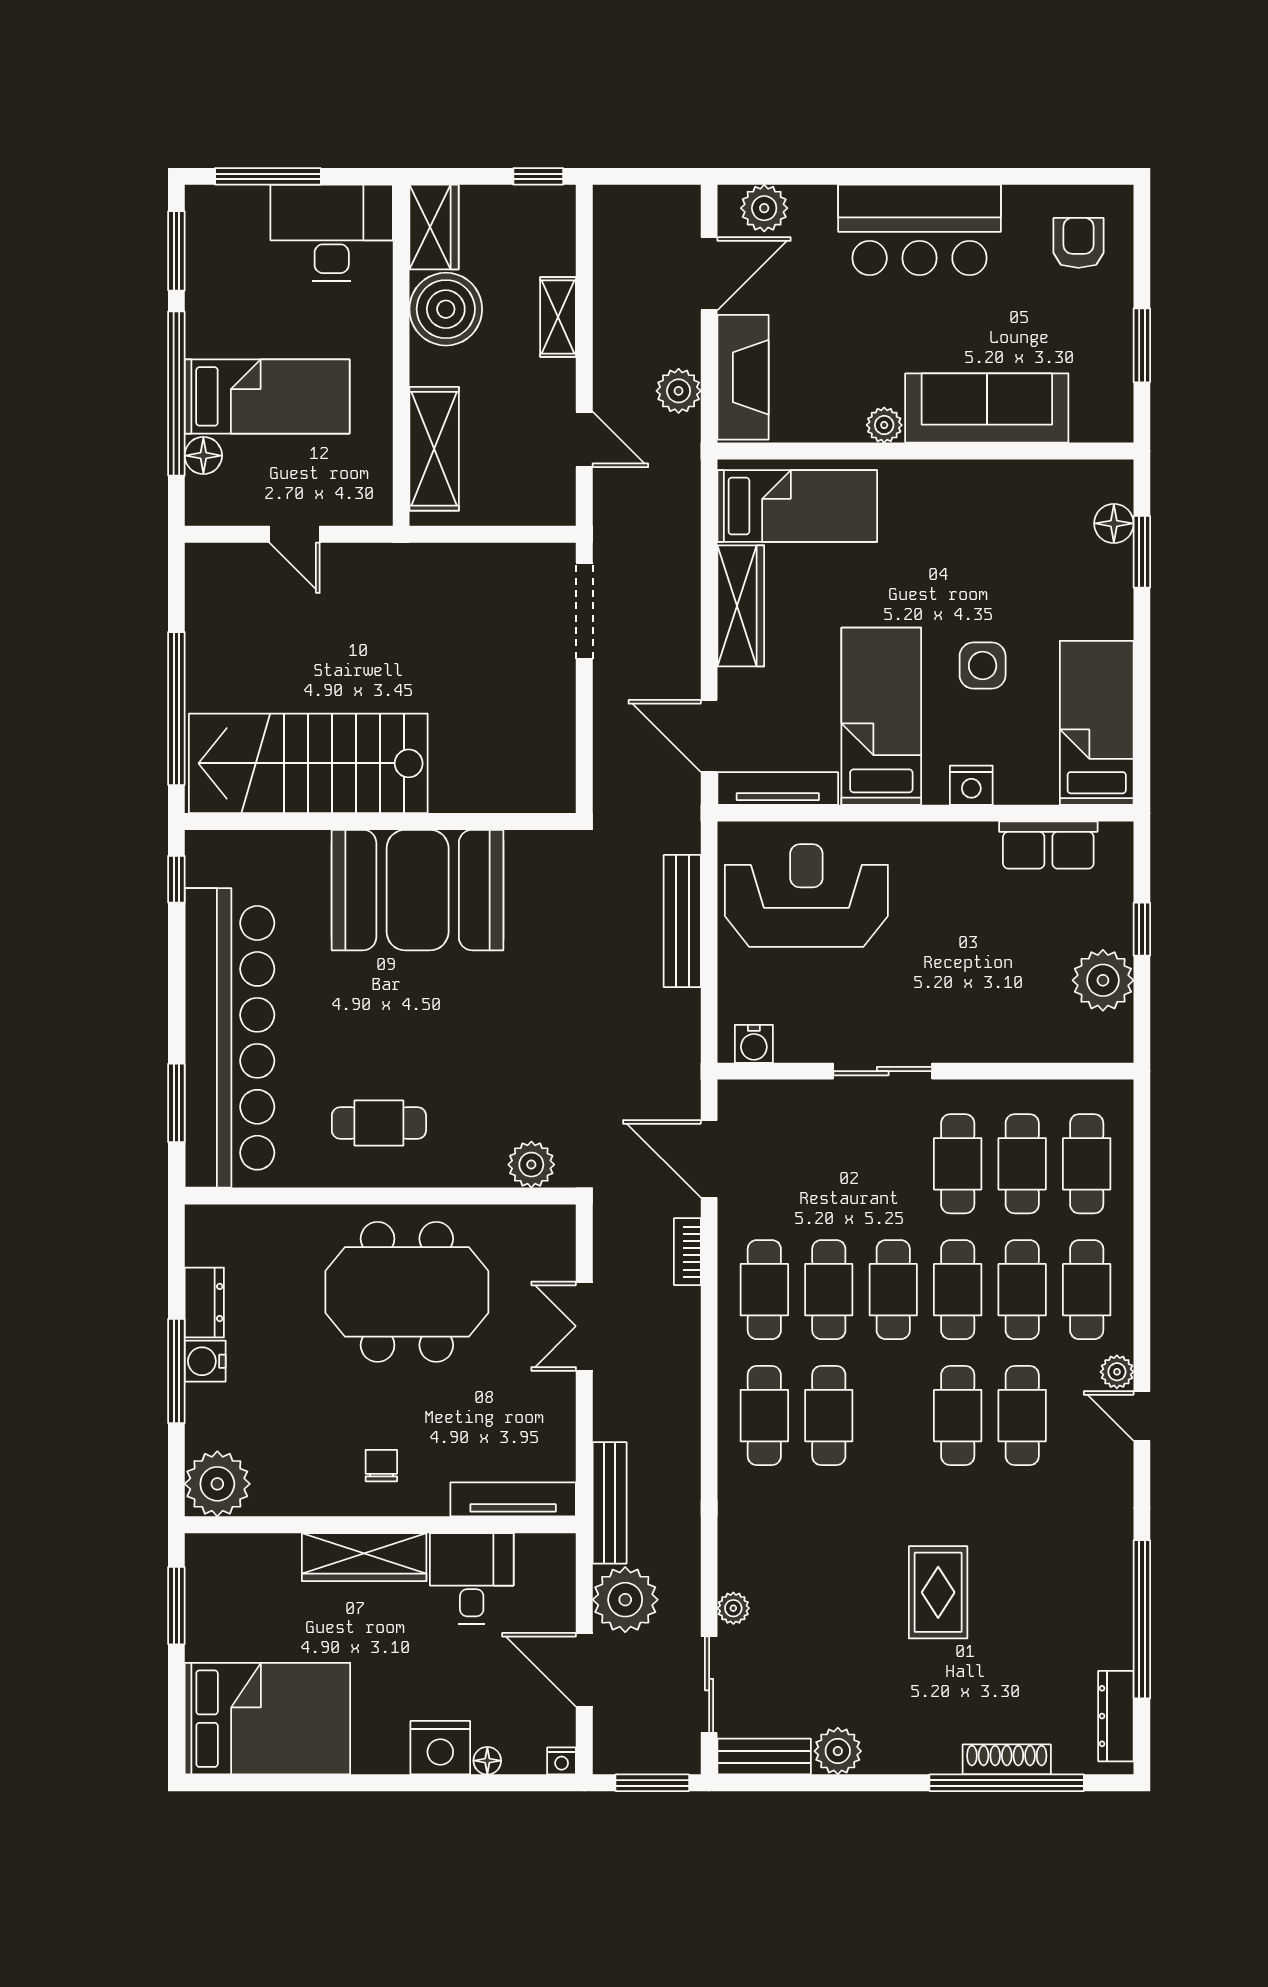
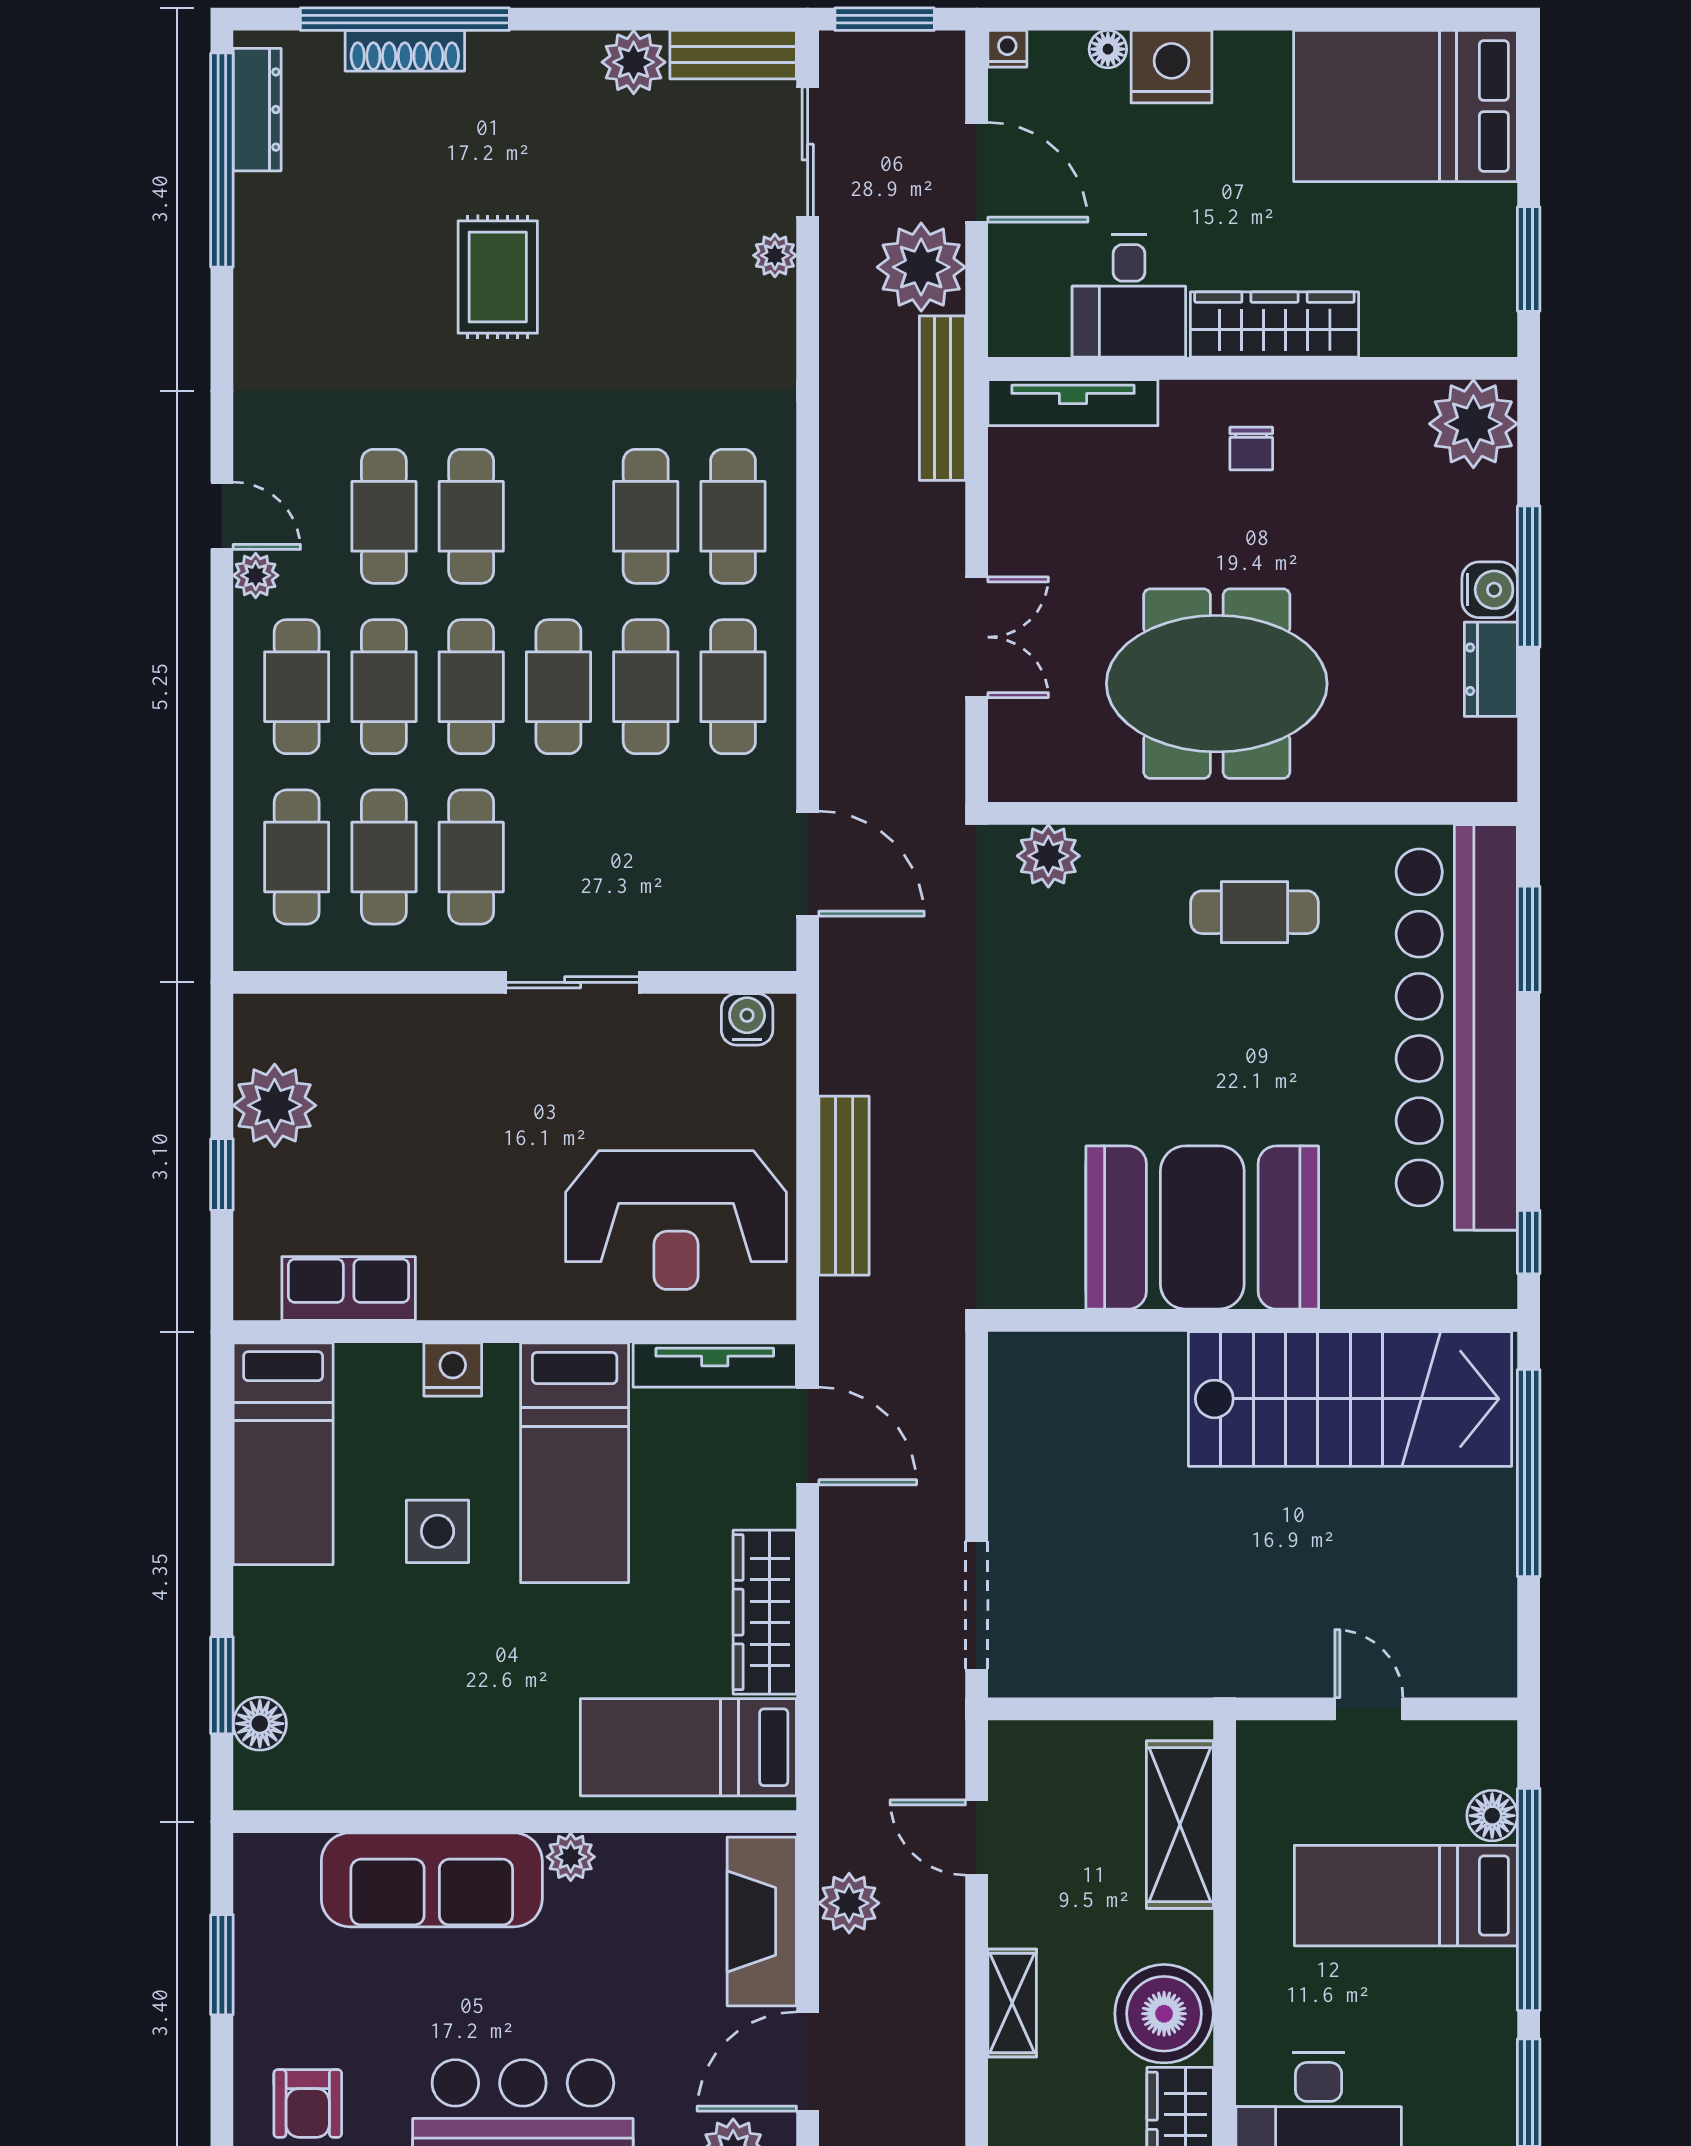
bookcase: (687, 1252) -> (837, 738), removed
window: (1142, 1619) -> (222, 160), moved

